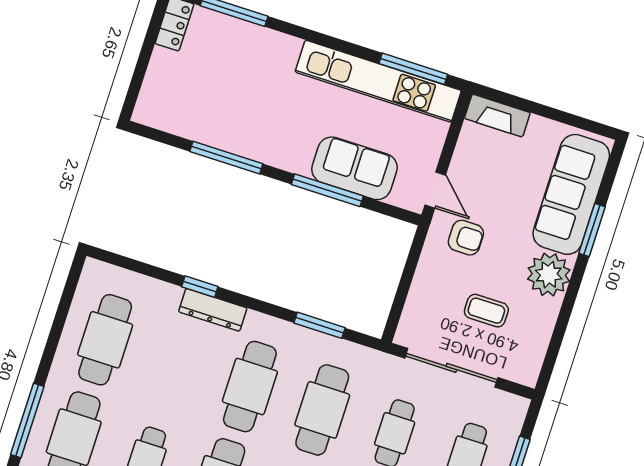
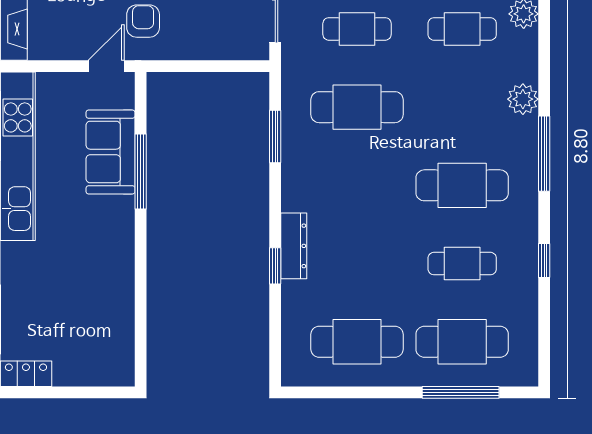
window: (226, 158) -> (141, 281), removed
cafe table: (250, 387) -> (357, 185), removed

